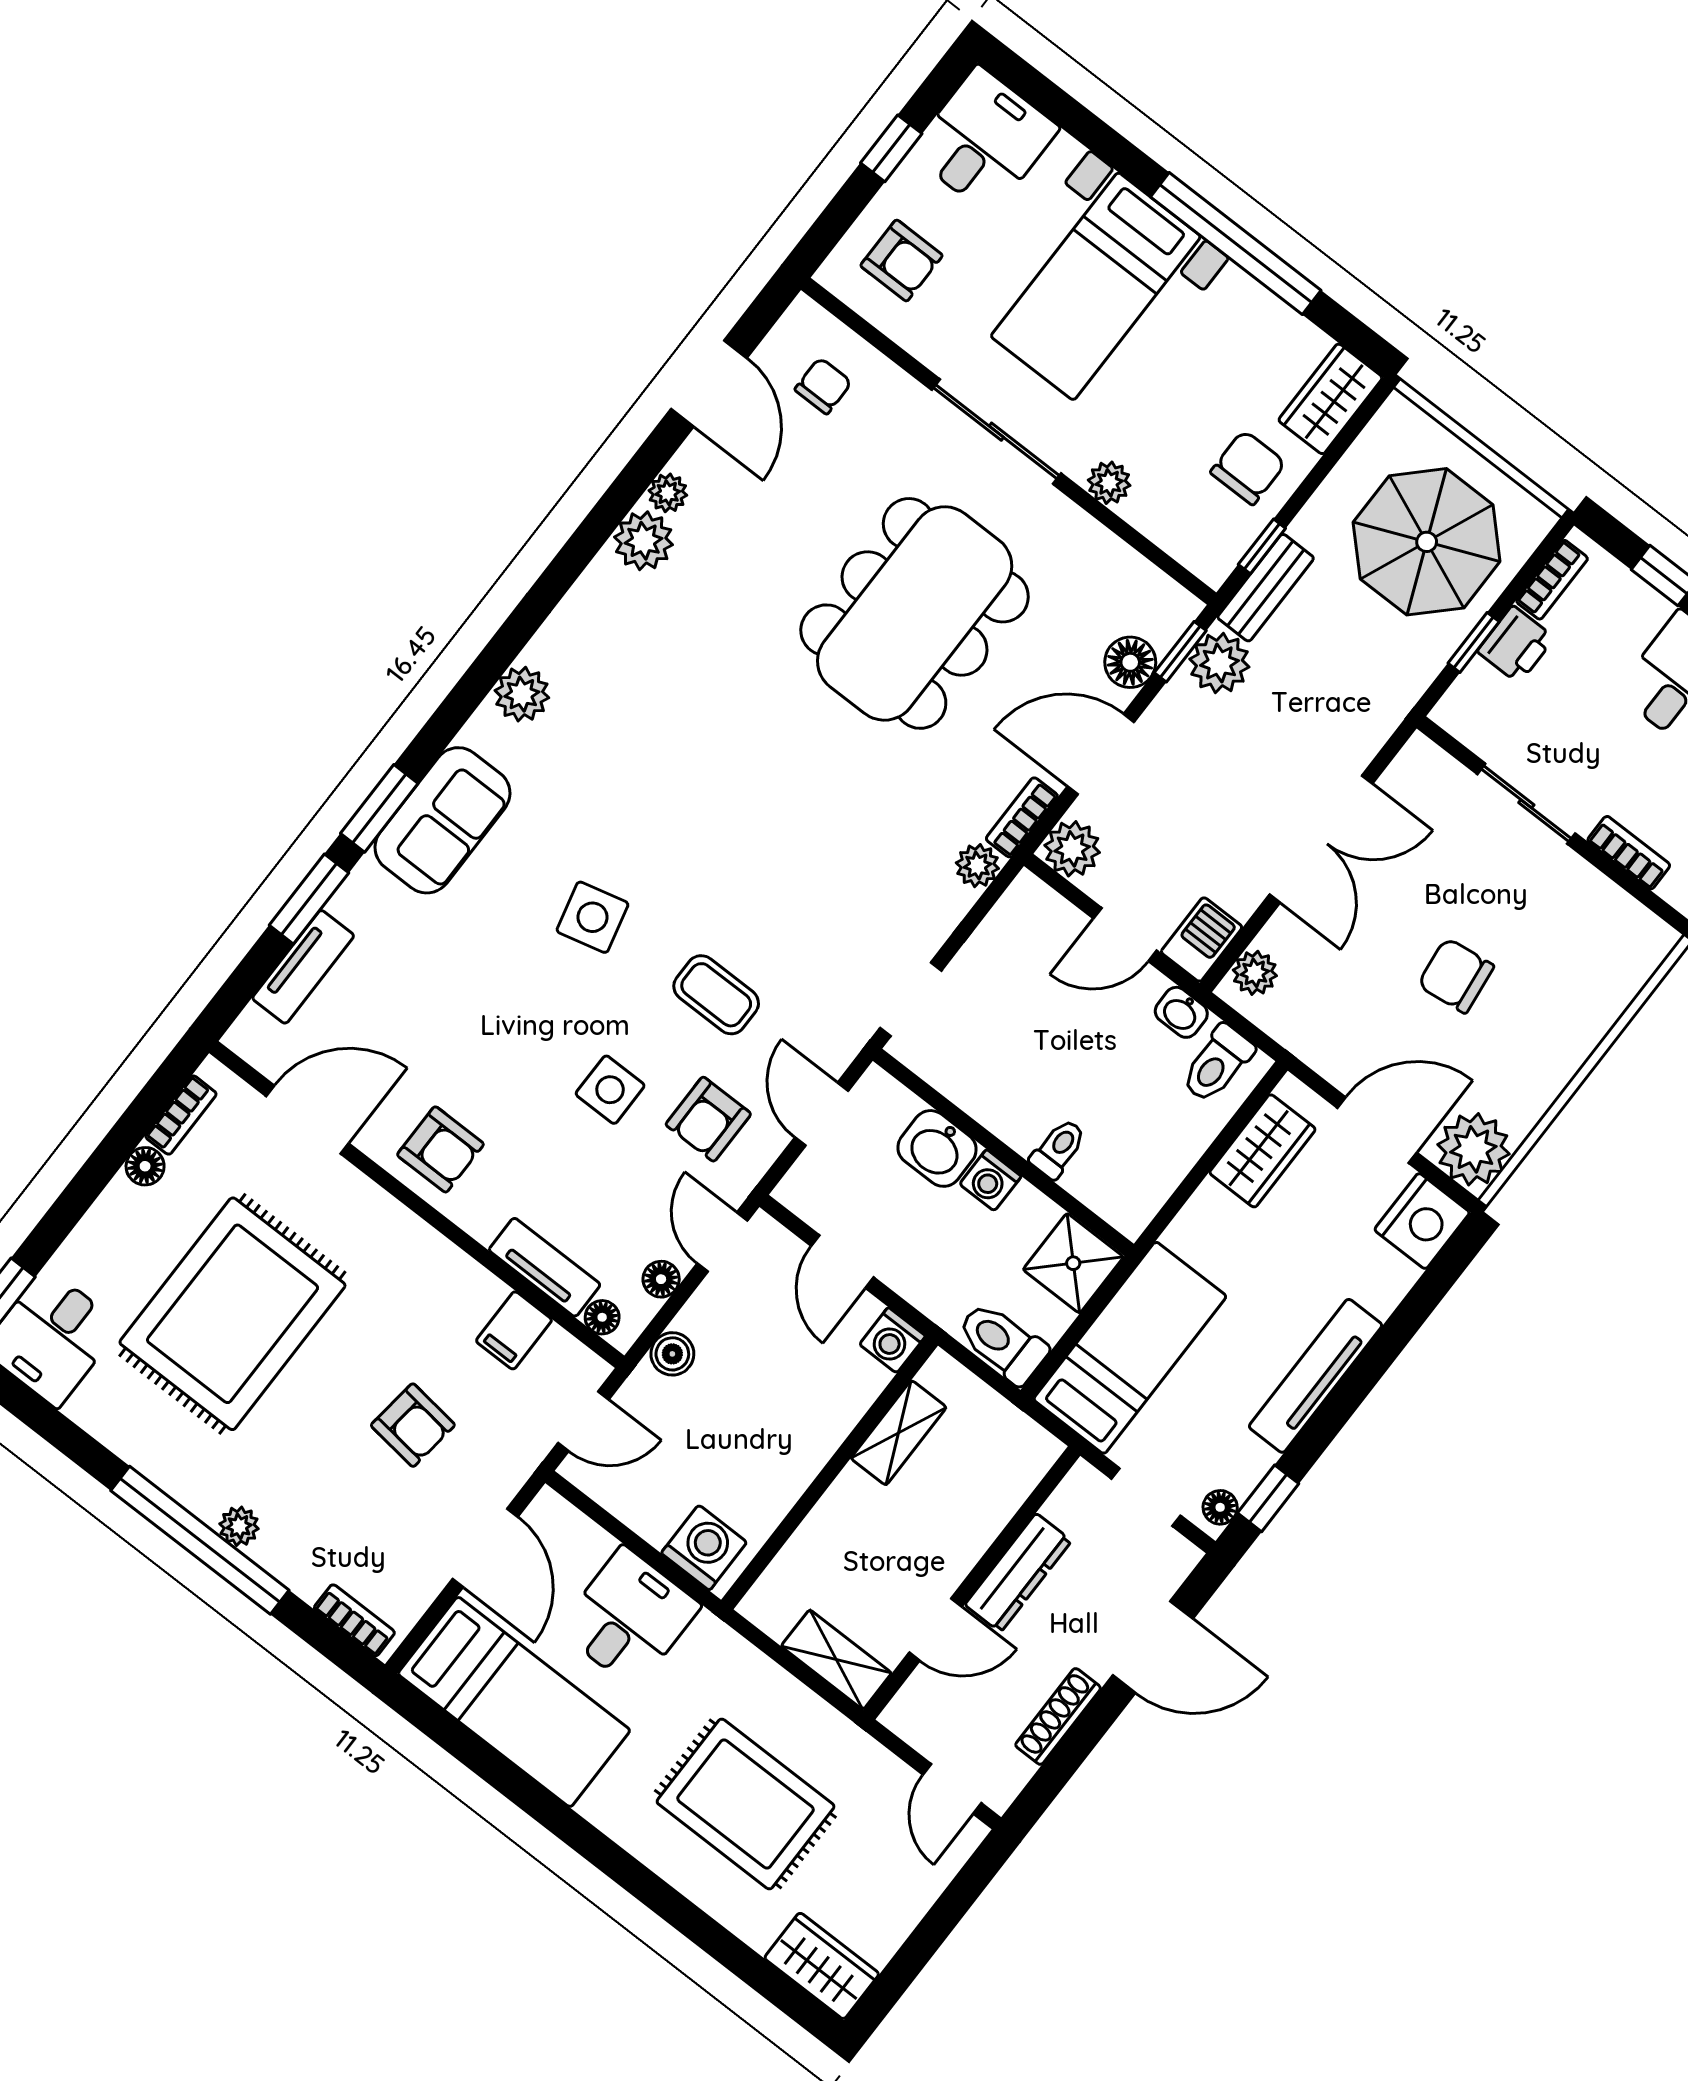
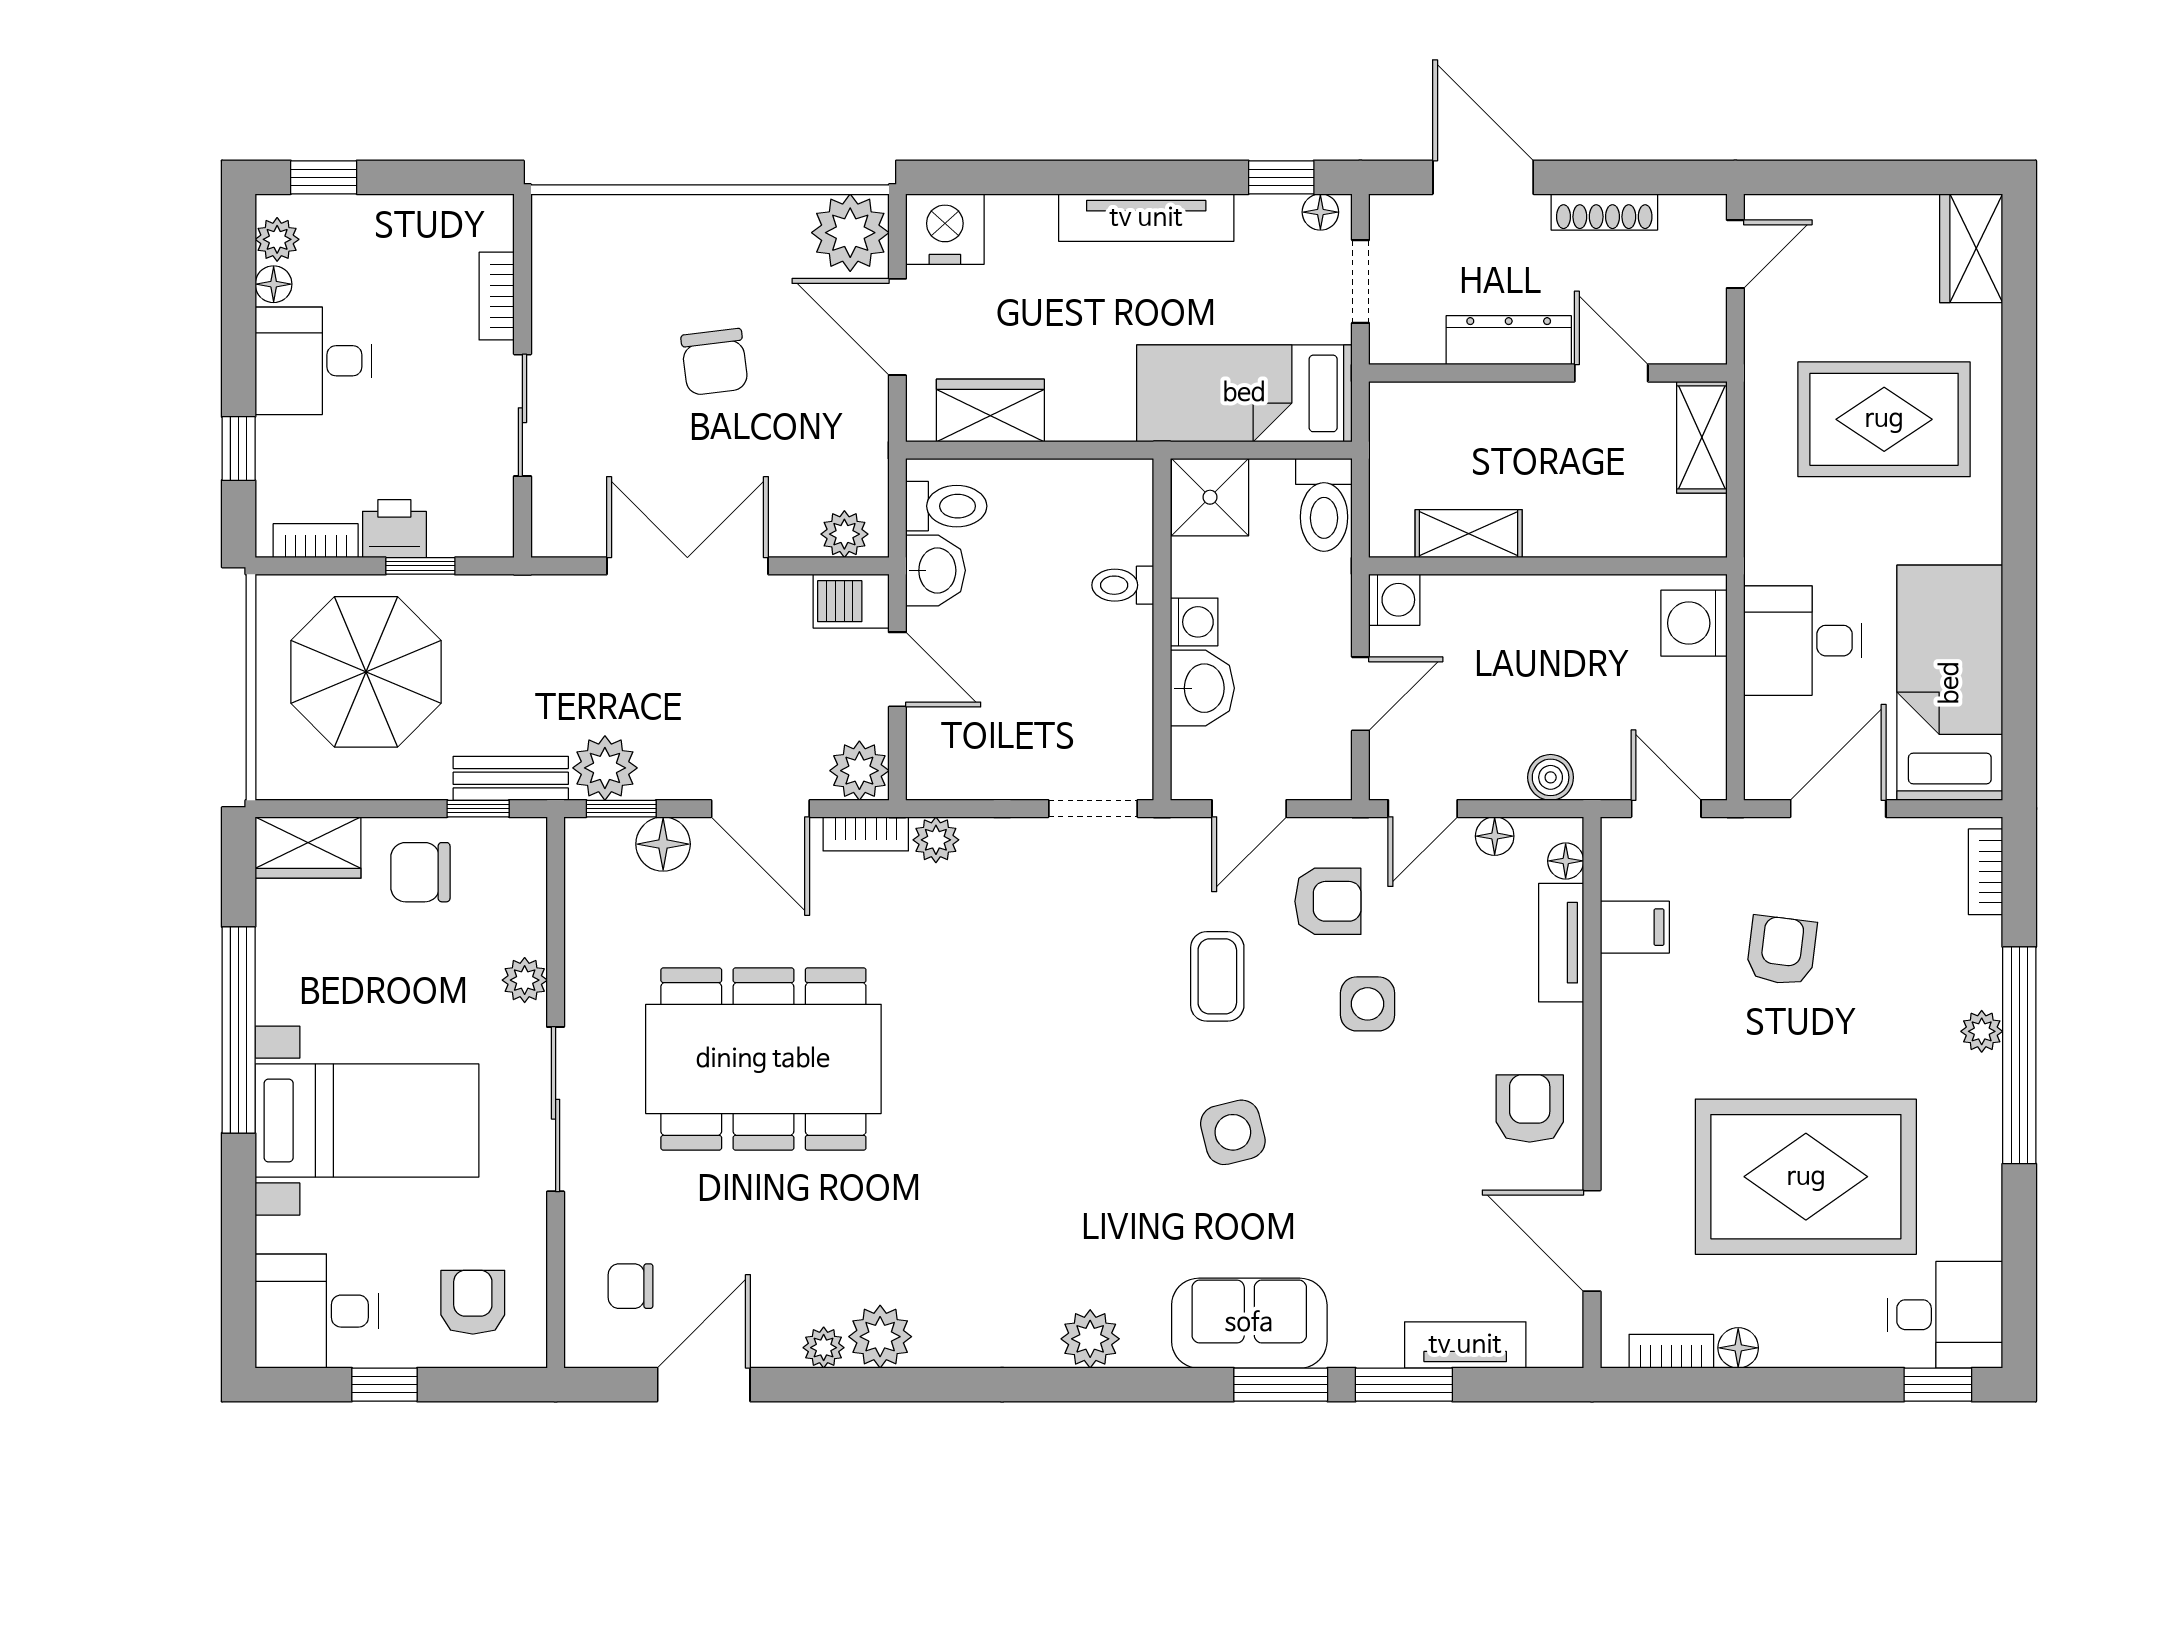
washbasin: (1181, 1012) -> (936, 570), width x1.38, depth x1.45
rug: (746, 1804) -> (1884, 419), turned 90

